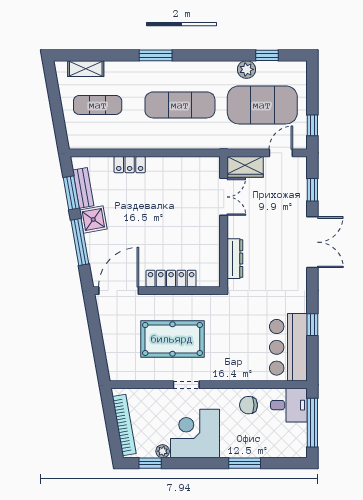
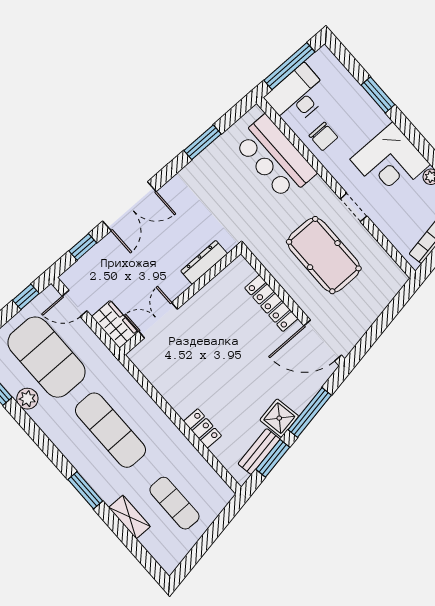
shelving: (86, 69) -> (130, 517), moved
double door: (312, 242) -> (129, 206), swing flipped
window: (312, 325) -> (202, 142), width x1.50
bar counter: (288, 347) -> (275, 157), moved, turned 90
desk: (289, 405) -> (298, 96), width x1.37

